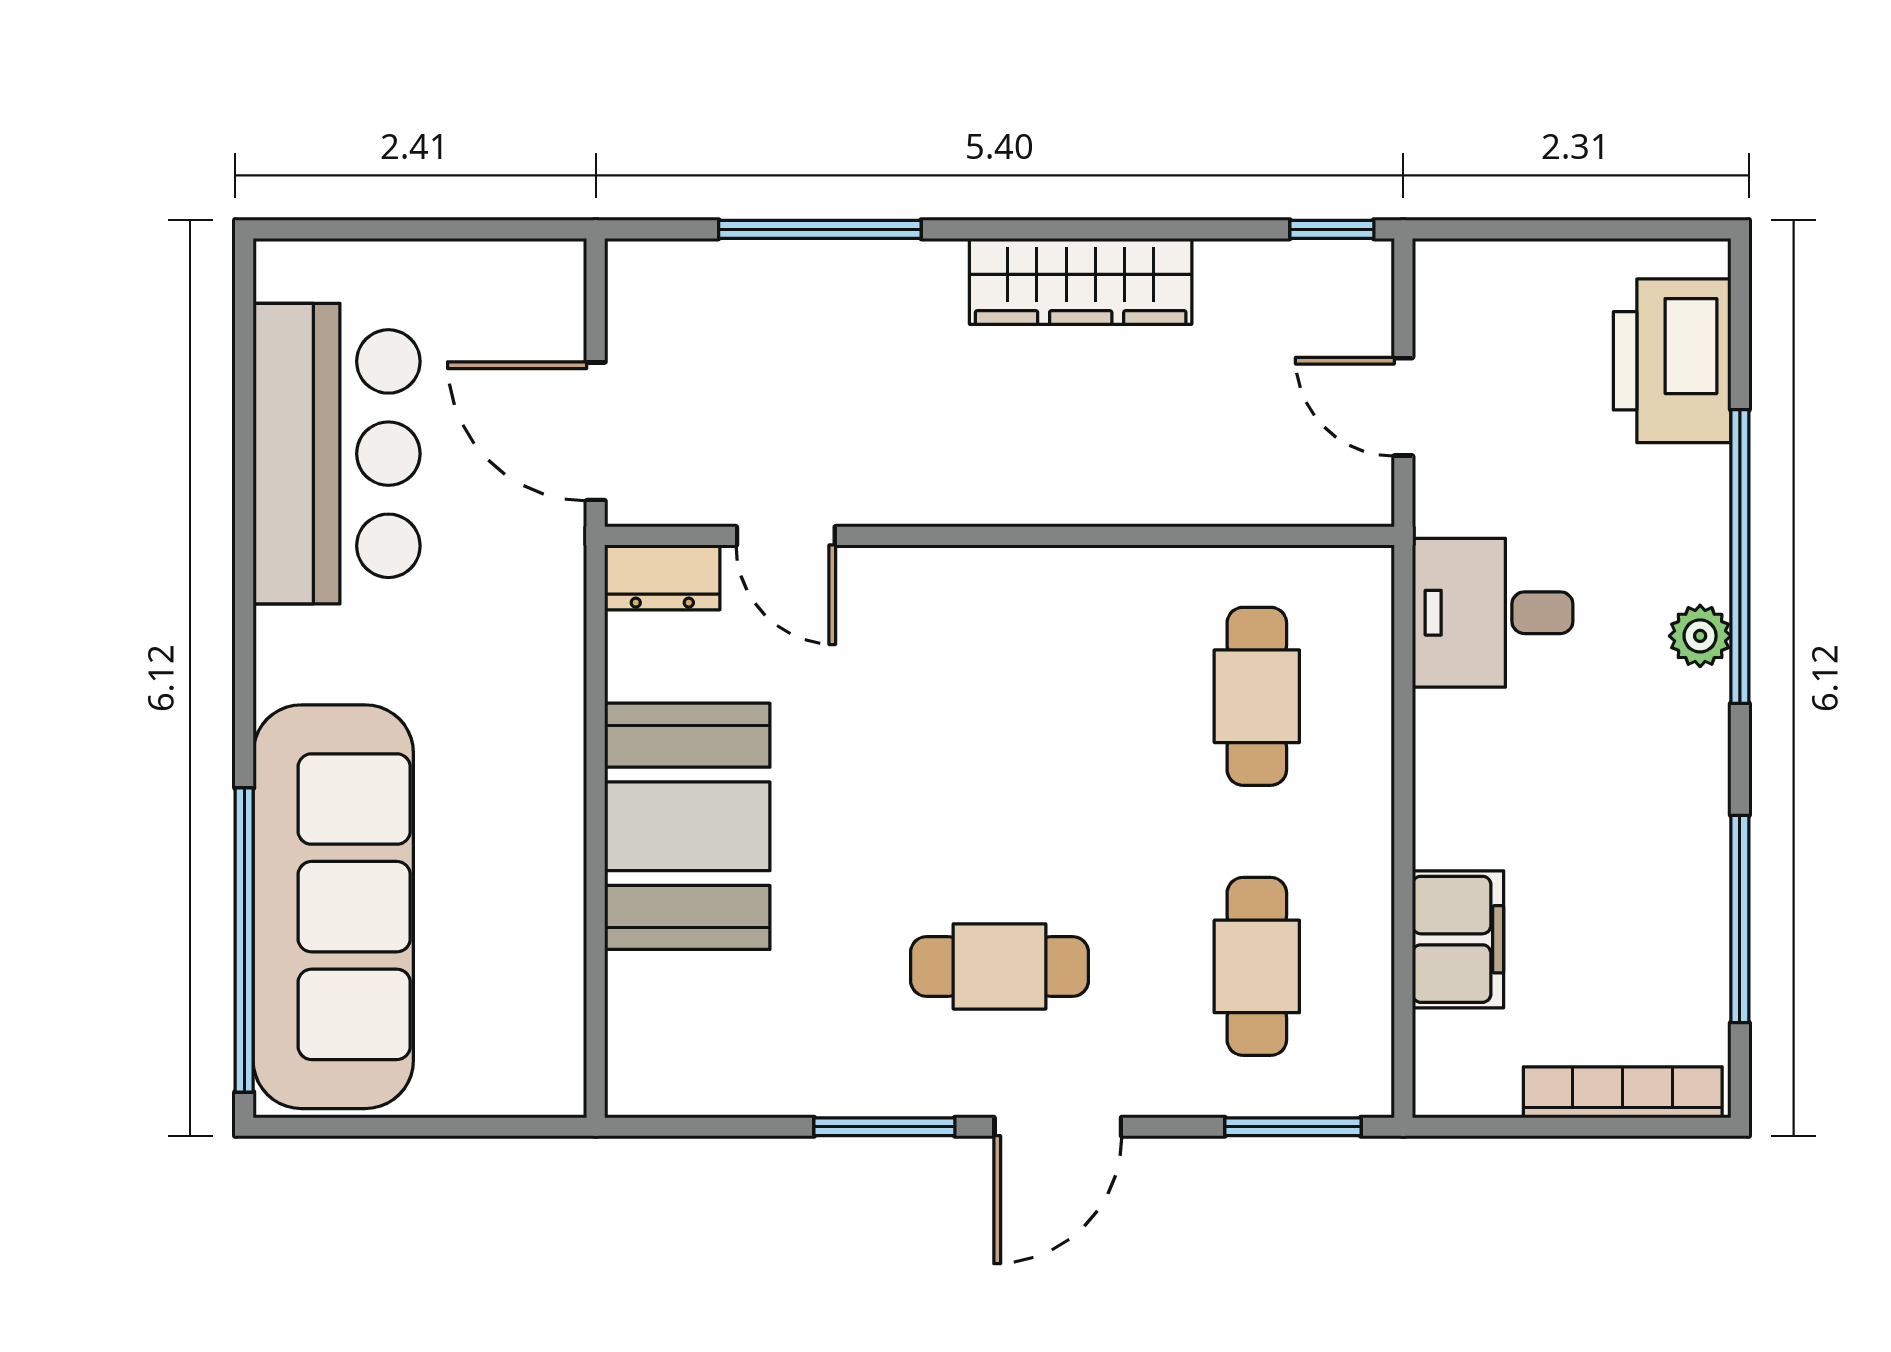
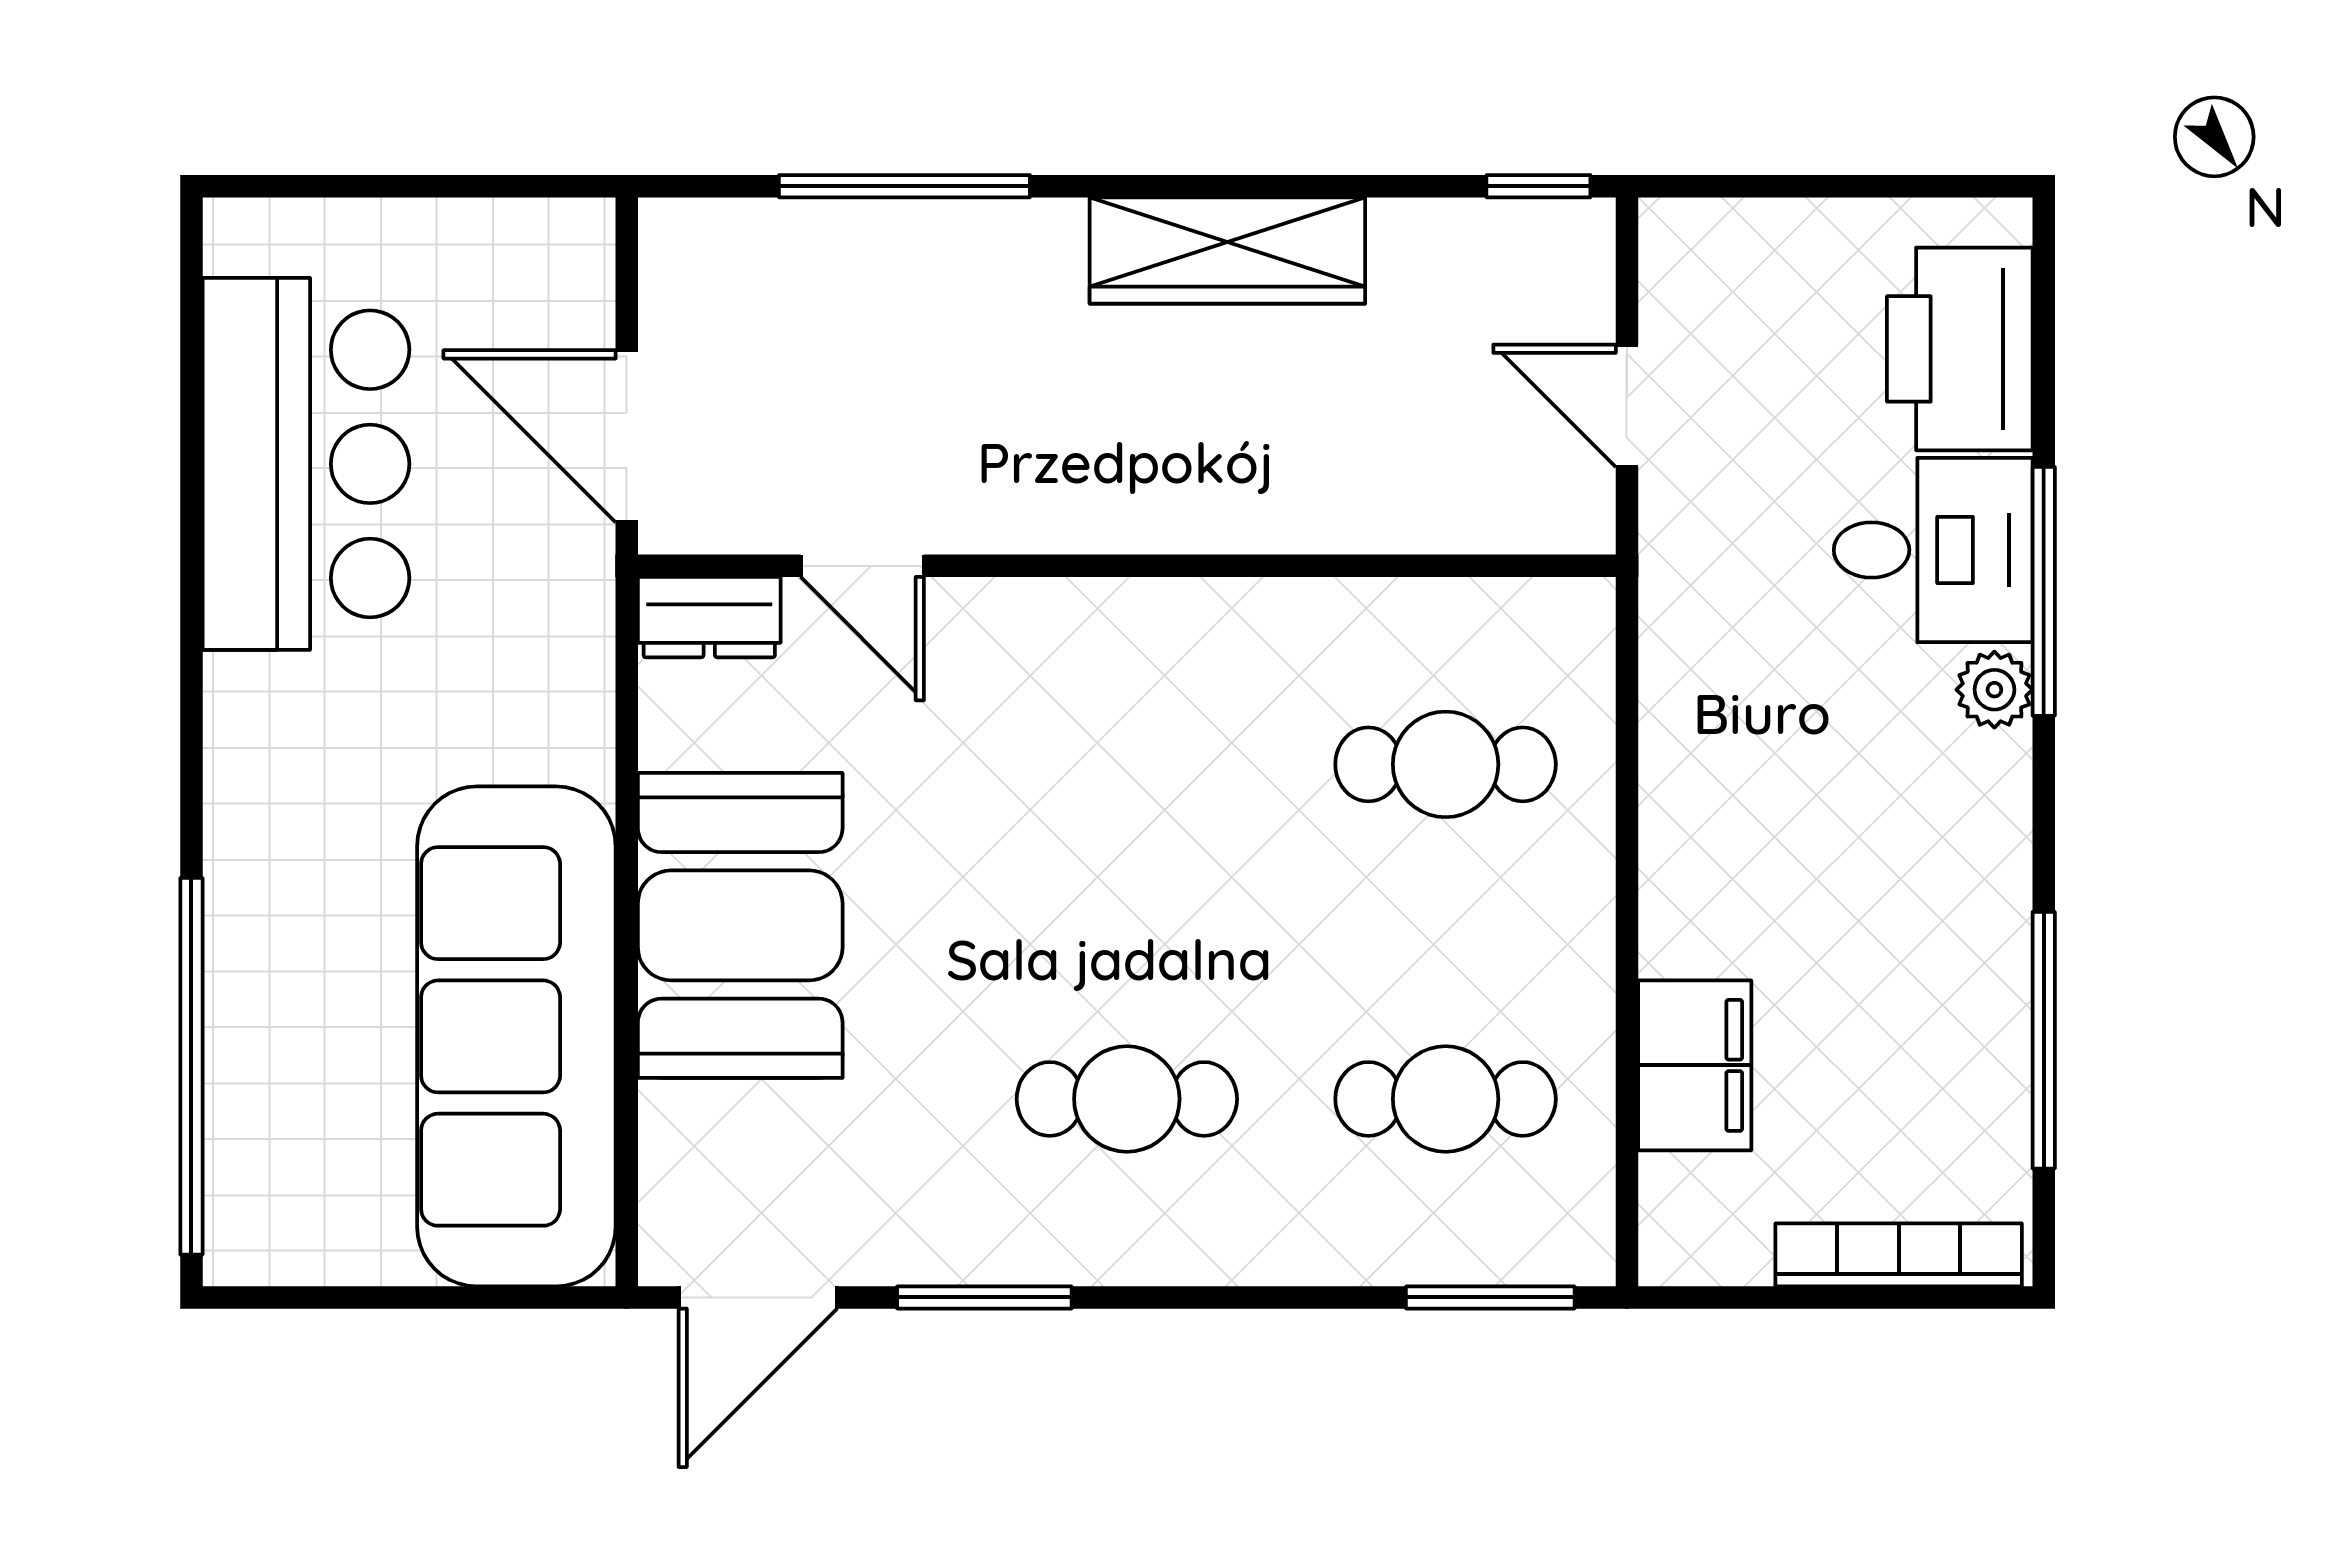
window: (1740, 557) -> (2044, 591), width x0.68
desk: (1493, 613) -> (1933, 550), moved, turned 180
cafe table: (1257, 696) -> (1446, 764), turned 90
sofa: (333, 907) -> (516, 1036), moved, turned 180
cafe table: (1257, 966) -> (1446, 1099), turned 90
door: (1058, 1127) -> (758, 1297), moved

